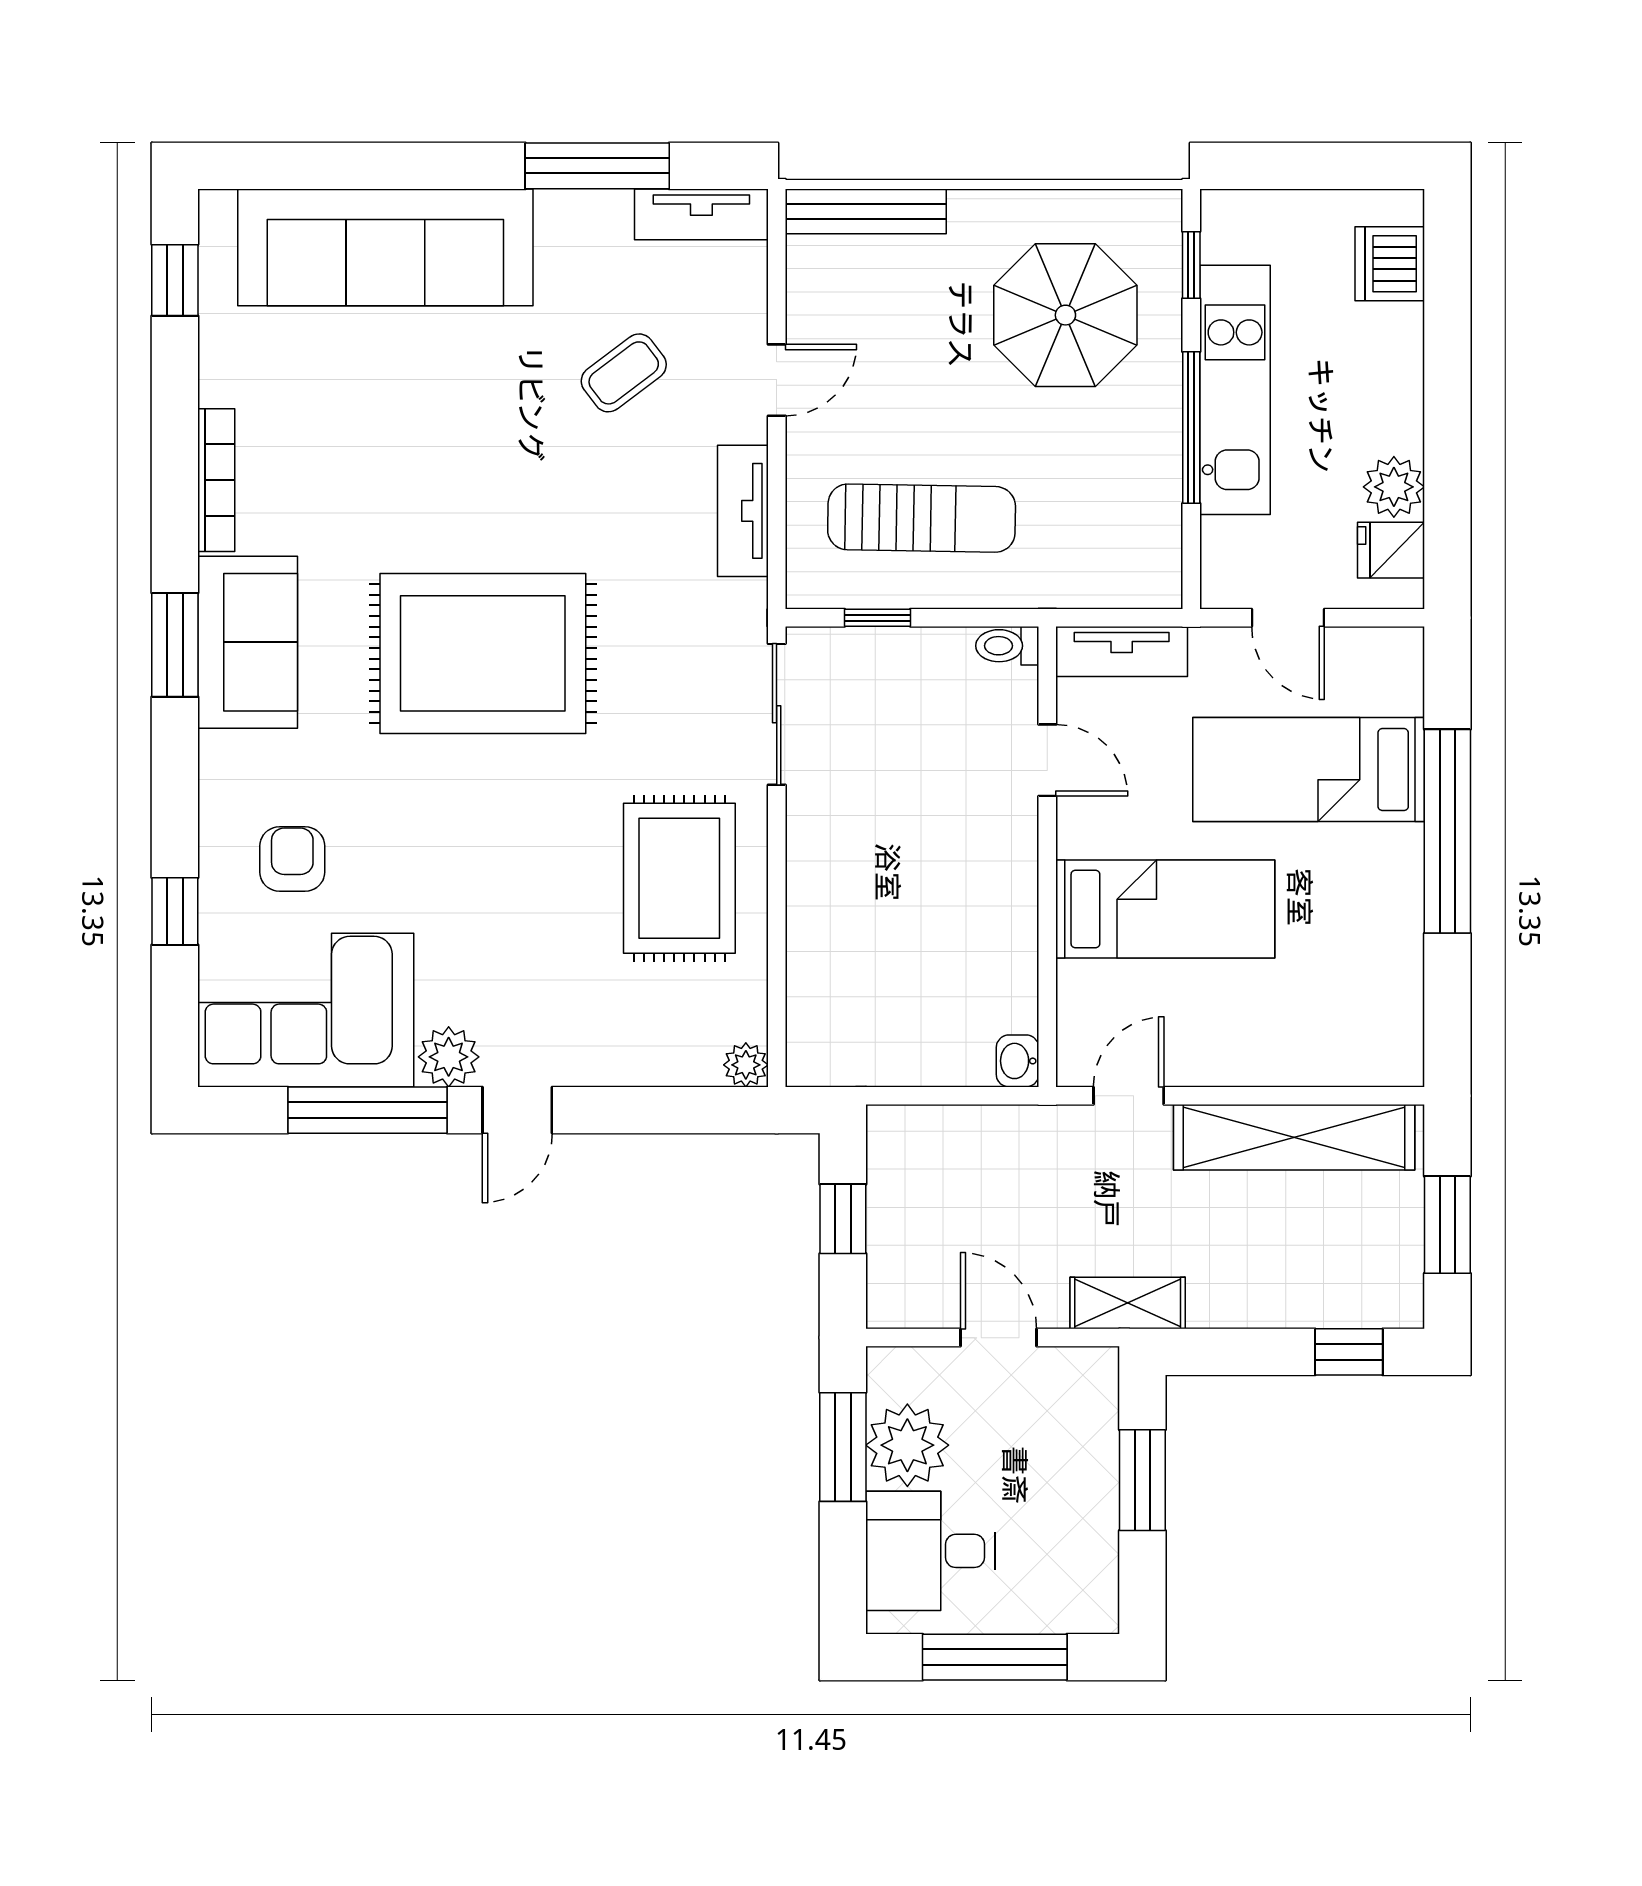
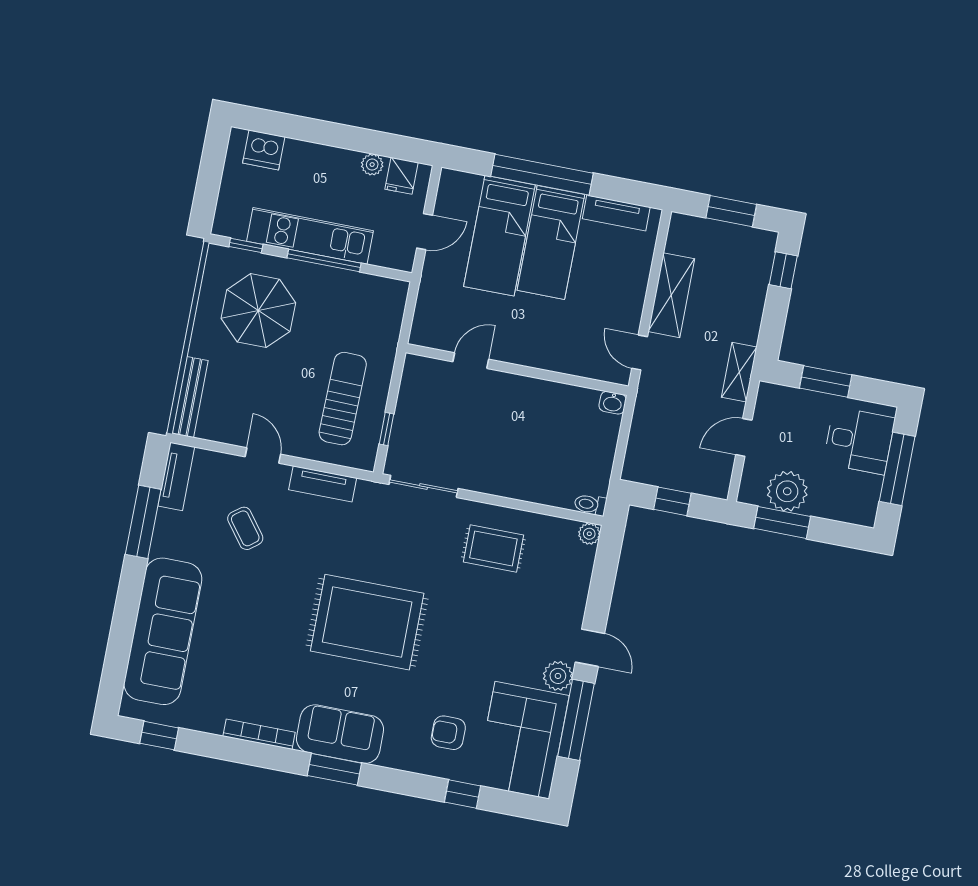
plant: (1394, 487) -> (372, 165), width x0.73, depth x0.73
toilet: (1007, 646) -> (590, 505), moved, turned 90
tv unit: (1122, 652) -> (616, 213), moved, turned 90
rug: (483, 653) -> (367, 622), turned 90
rug: (679, 878) -> (493, 548), width x0.73, depth x0.70
bed: (1165, 909) -> (551, 242), moved, turned 180
shelving: (1294, 1137) -> (671, 295), width x0.68
desk: (930, 1551) -> (859, 441), moved, turned -90

